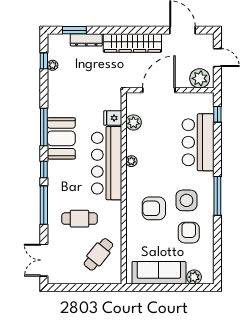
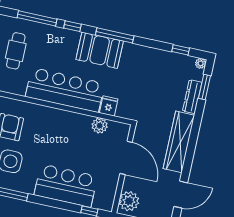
plant: (53, 65) -> (201, 63), moved
plant: (131, 161) -> (62, 115), removed

